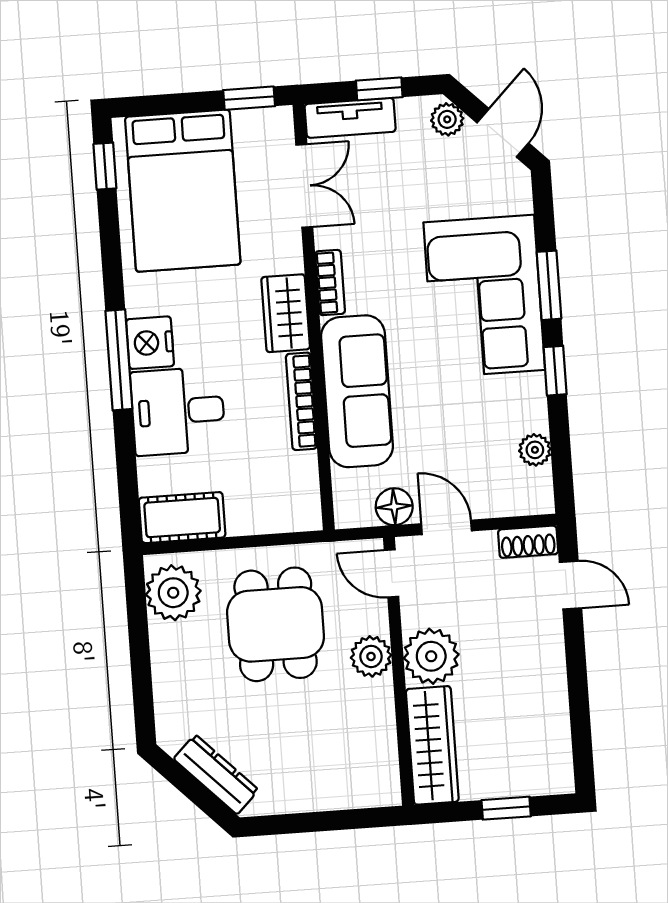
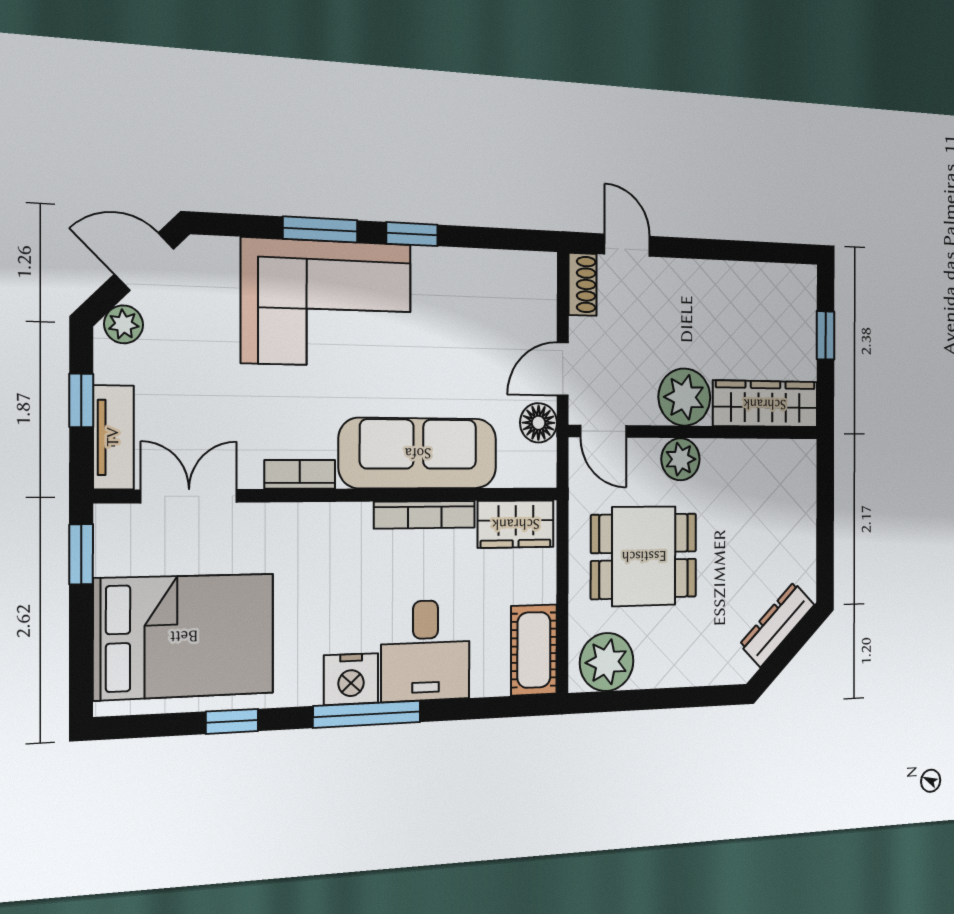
window: (105, 166) -> (232, 721), moved
wardrobe: (286, 313) -> (516, 524), moved
plant: (535, 450) -> (492, 266), removed
door: (391, 573) -> (603, 431), hinge flipped
door: (570, 585) -> (627, 245), hinge flipped

